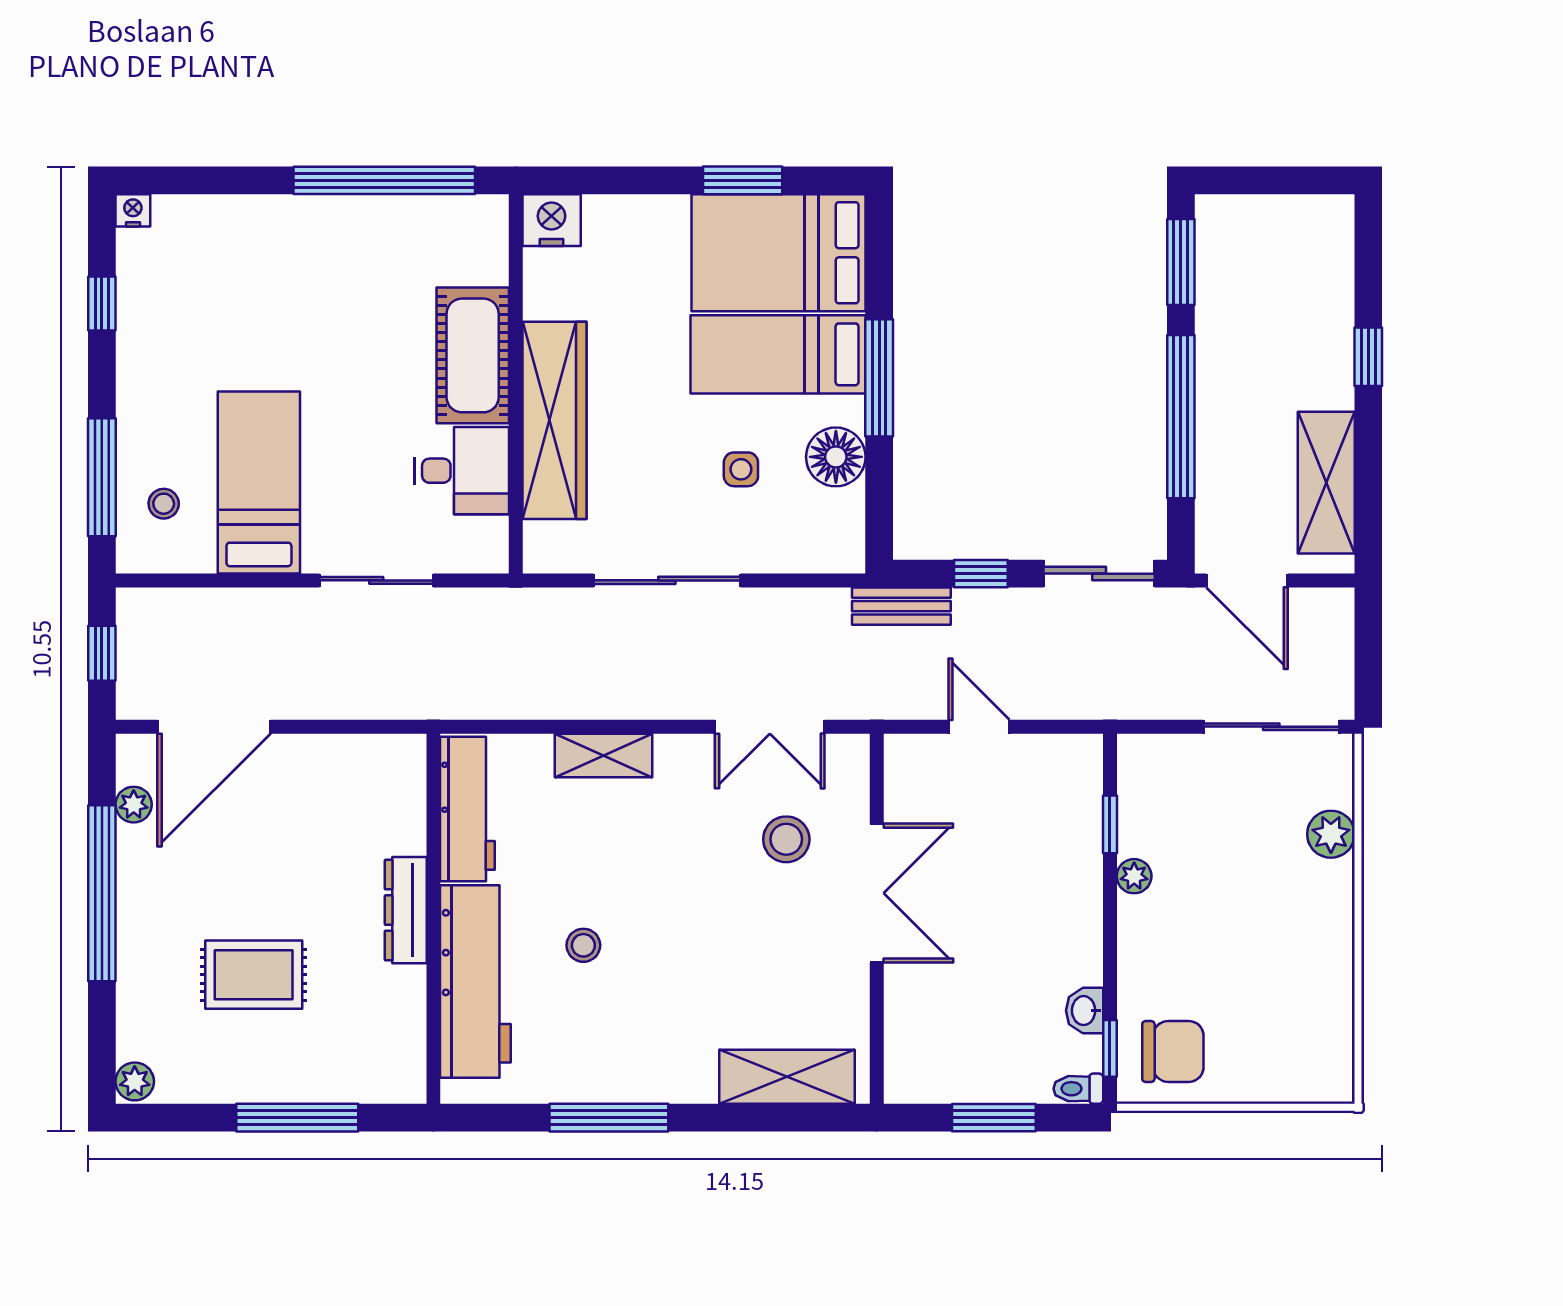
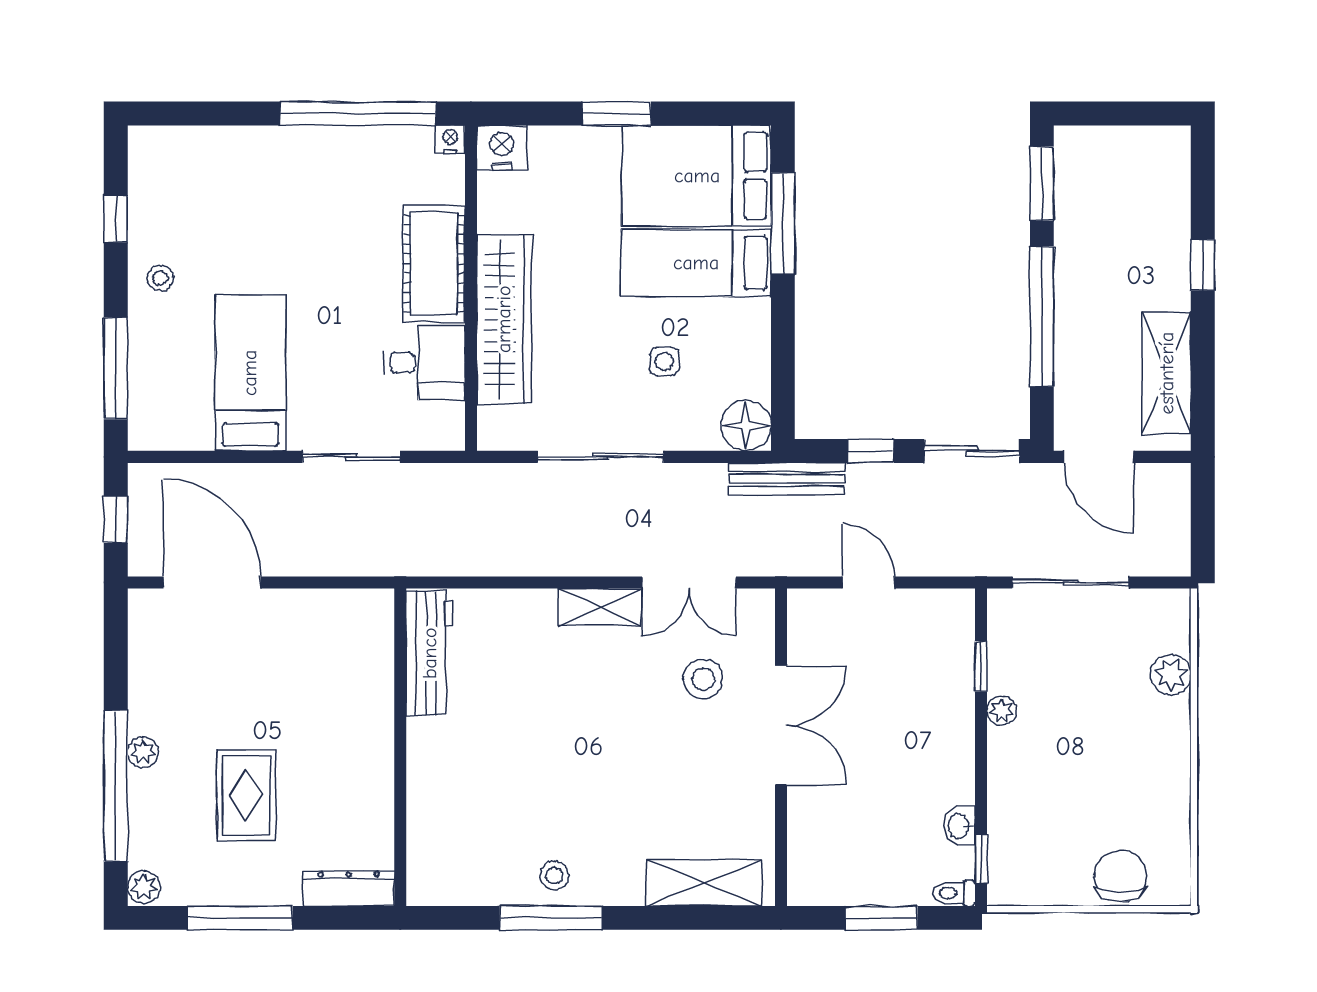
window: (743, 180) -> (617, 114), moved
nightstand: (133, 210) -> (450, 139), moved
window: (879, 378) -> (783, 223), moved
floor lamp: (836, 457) -> (746, 426), moved
stool: (164, 504) -> (160, 278), moved
bench: (901, 606) -> (787, 479), width x1.36
door: (214, 727) -> (212, 582), swing flipped
sliding door: (1271, 727) -> (1070, 582), moved
shelving: (603, 755) -> (600, 607), moved
plant: (134, 805) -> (143, 752), moved
window: (102, 893) -> (116, 786), moved
dresser: (406, 910) -> (349, 888), moved, turned 90
stool: (583, 945) -> (554, 876), moved
rug: (254, 975) -> (246, 795), turned 90
workbench: (475, 982) -> (436, 801), removed
chair: (1173, 1051) -> (1120, 876), moved, turned -90
window: (297, 1118) -> (240, 918), moved

